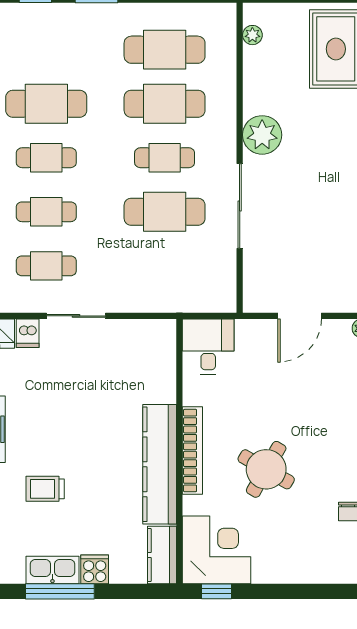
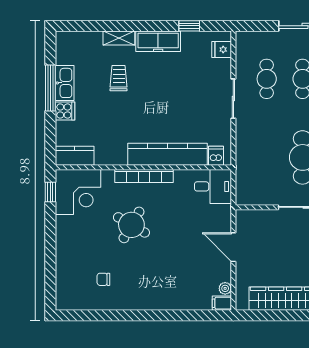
dishwasher: (28, 333) -> (216, 156), moved, turned 90
kitchen counter: (160, 464) -> (168, 154), moved

